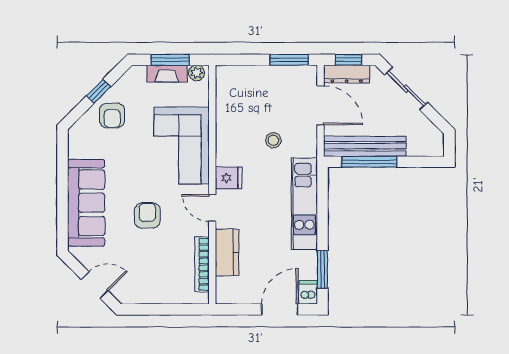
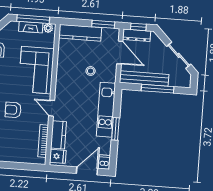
window: (170, 60) -> (33, 19), width x1.44
kitchen counter: (251, 77) -> (80, 33), added
sliding door: (406, 89) -> (179, 55), moved
window: (369, 162) -> (158, 89), moved
fridge: (229, 178) -> (58, 156), moved
armchair: (147, 215) -> (13, 110), turned -90
window: (322, 269) -> (115, 129), moved

